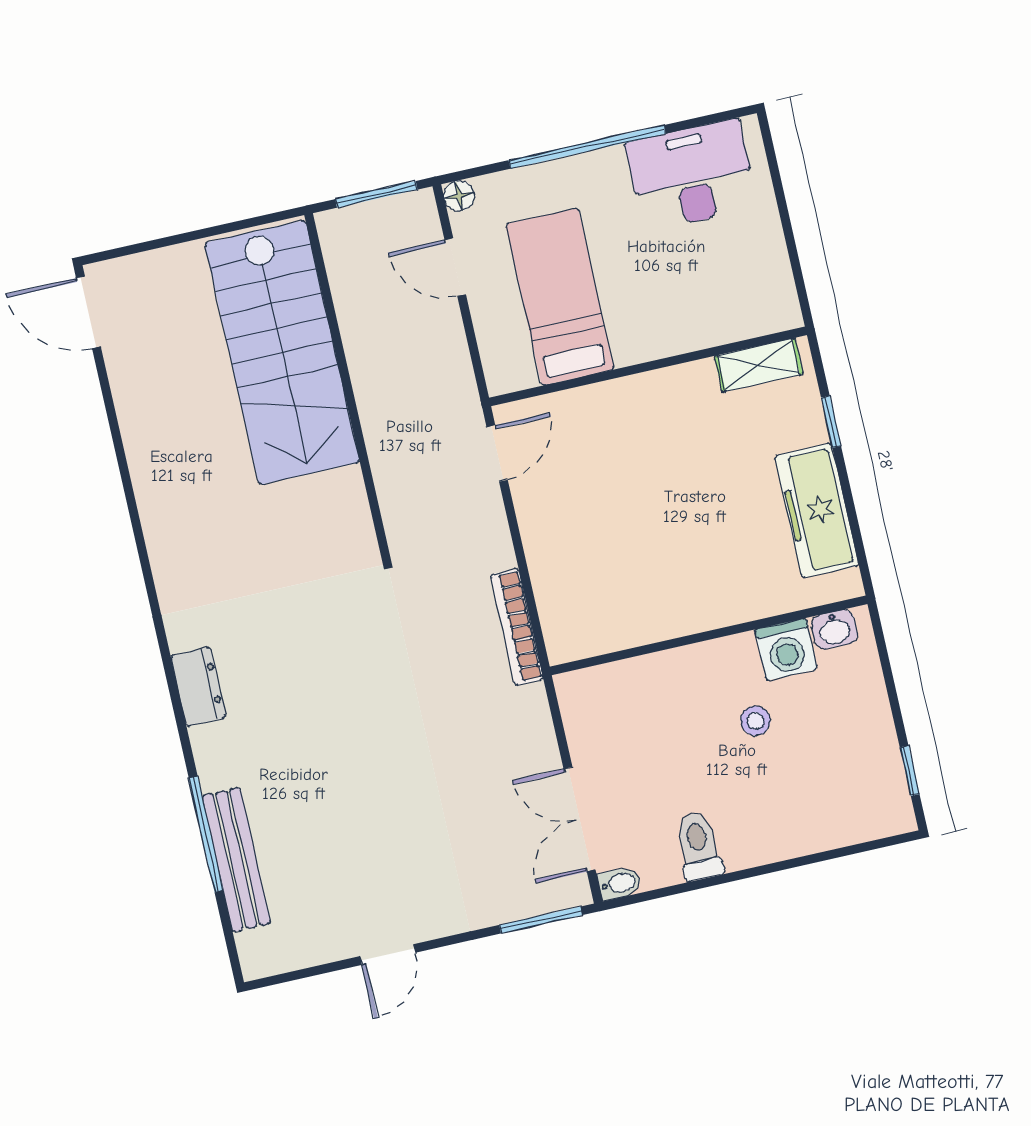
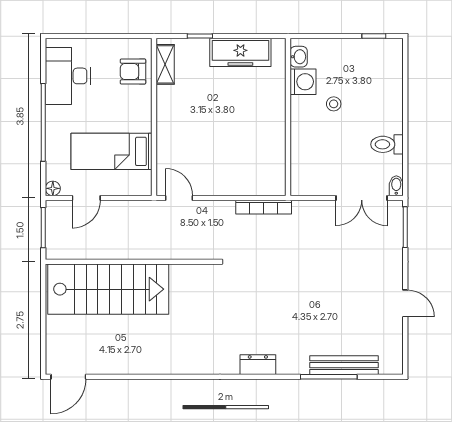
armchair: (730, 304) -> (133, 72), added

